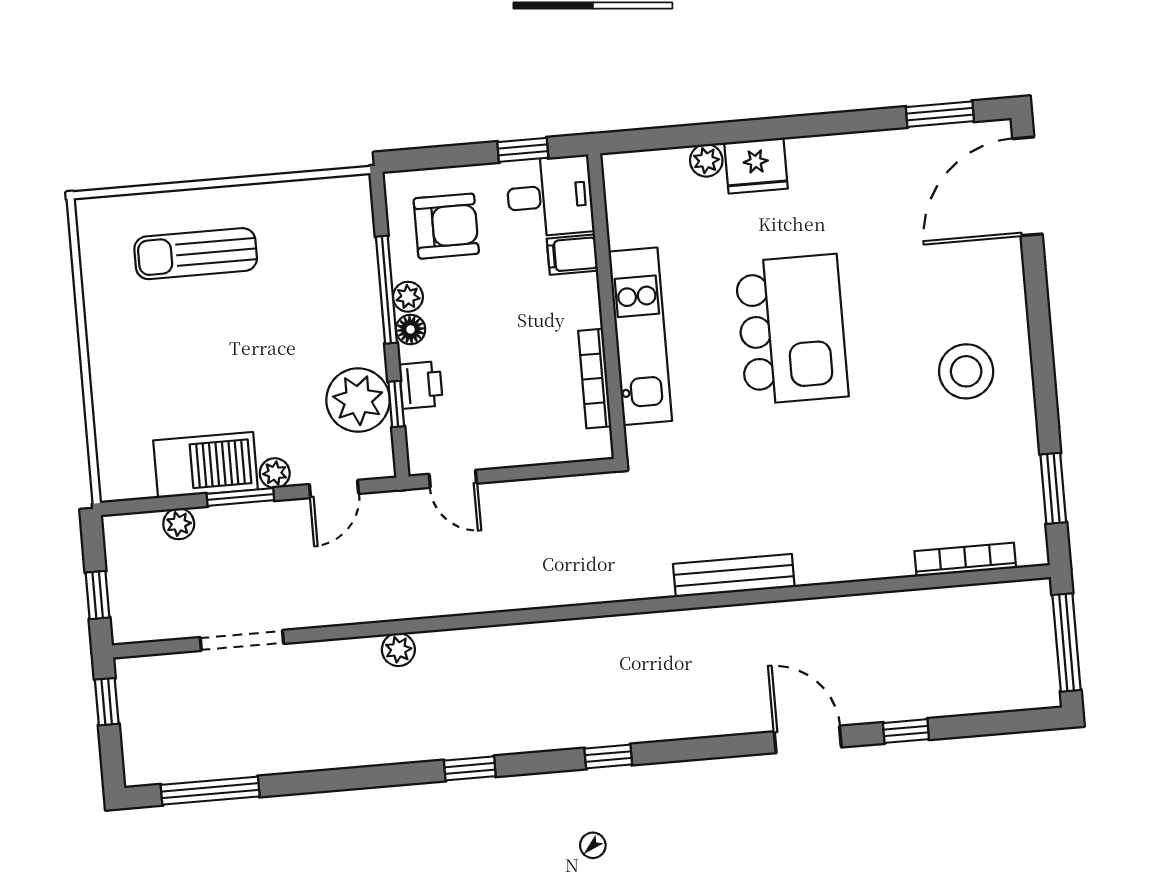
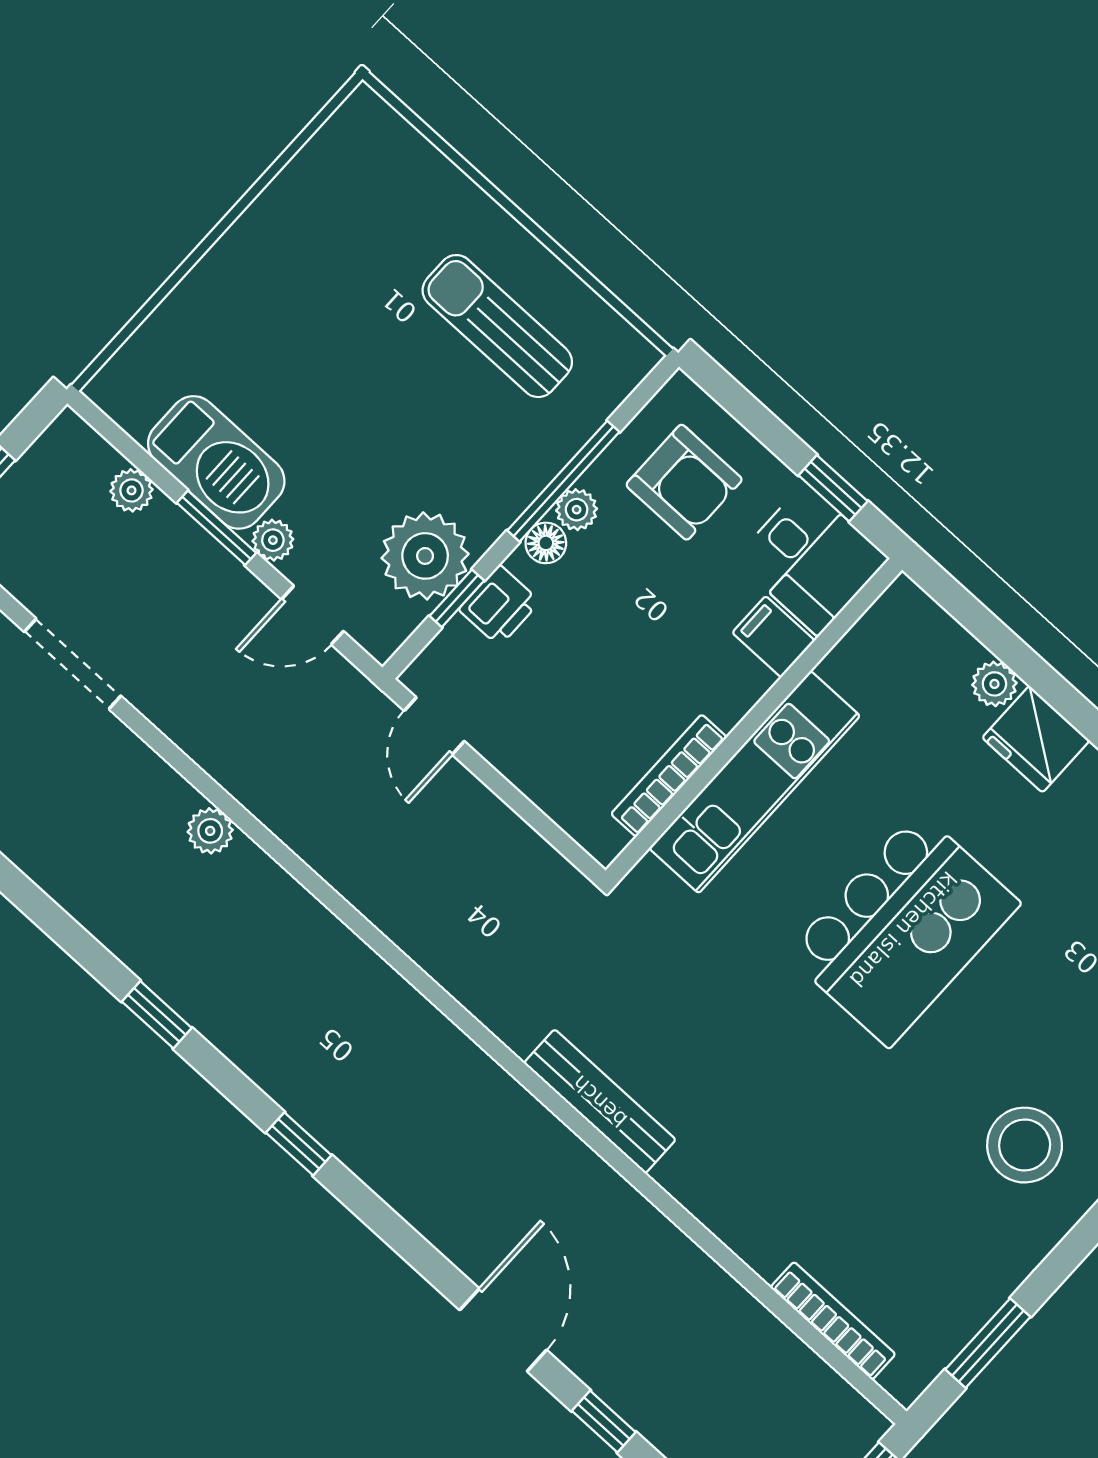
sun lounger: (196, 254) -> (497, 326), moved

